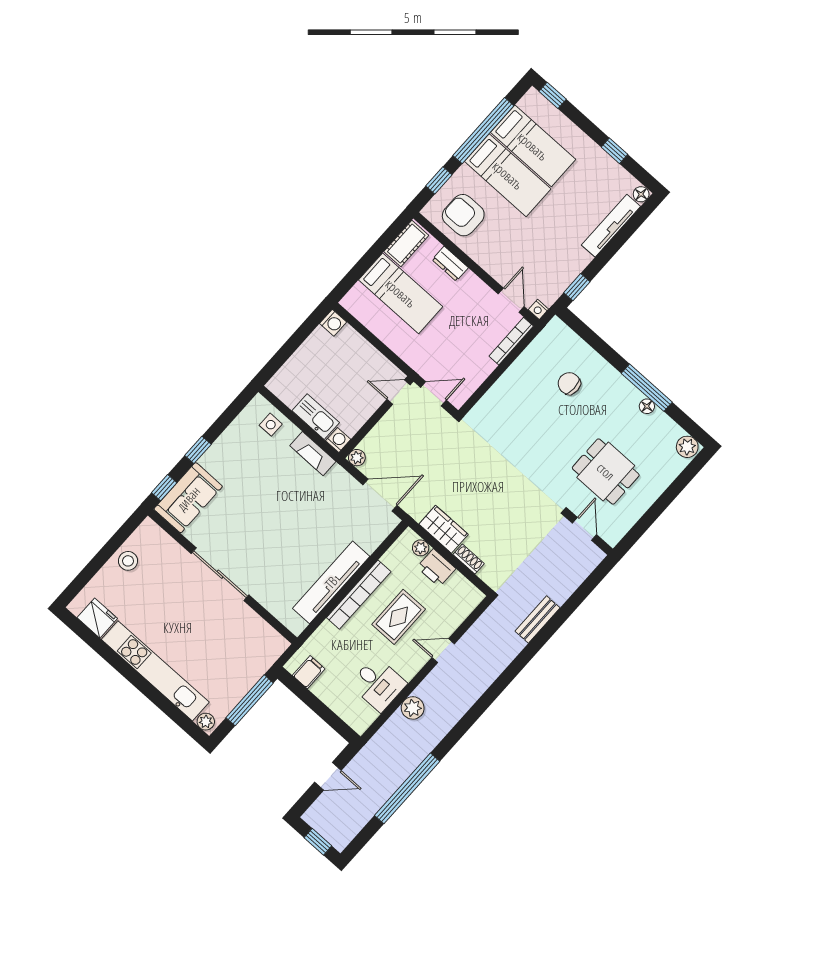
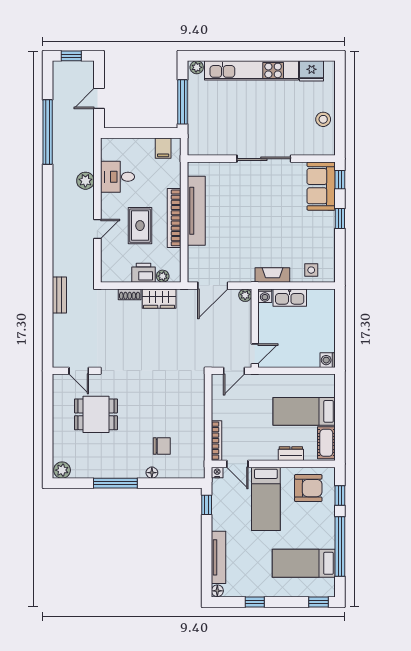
bed: (508, 175) -> (266, 499), moved, turned -90
floor lamp: (647, 406) -> (152, 473), moved

